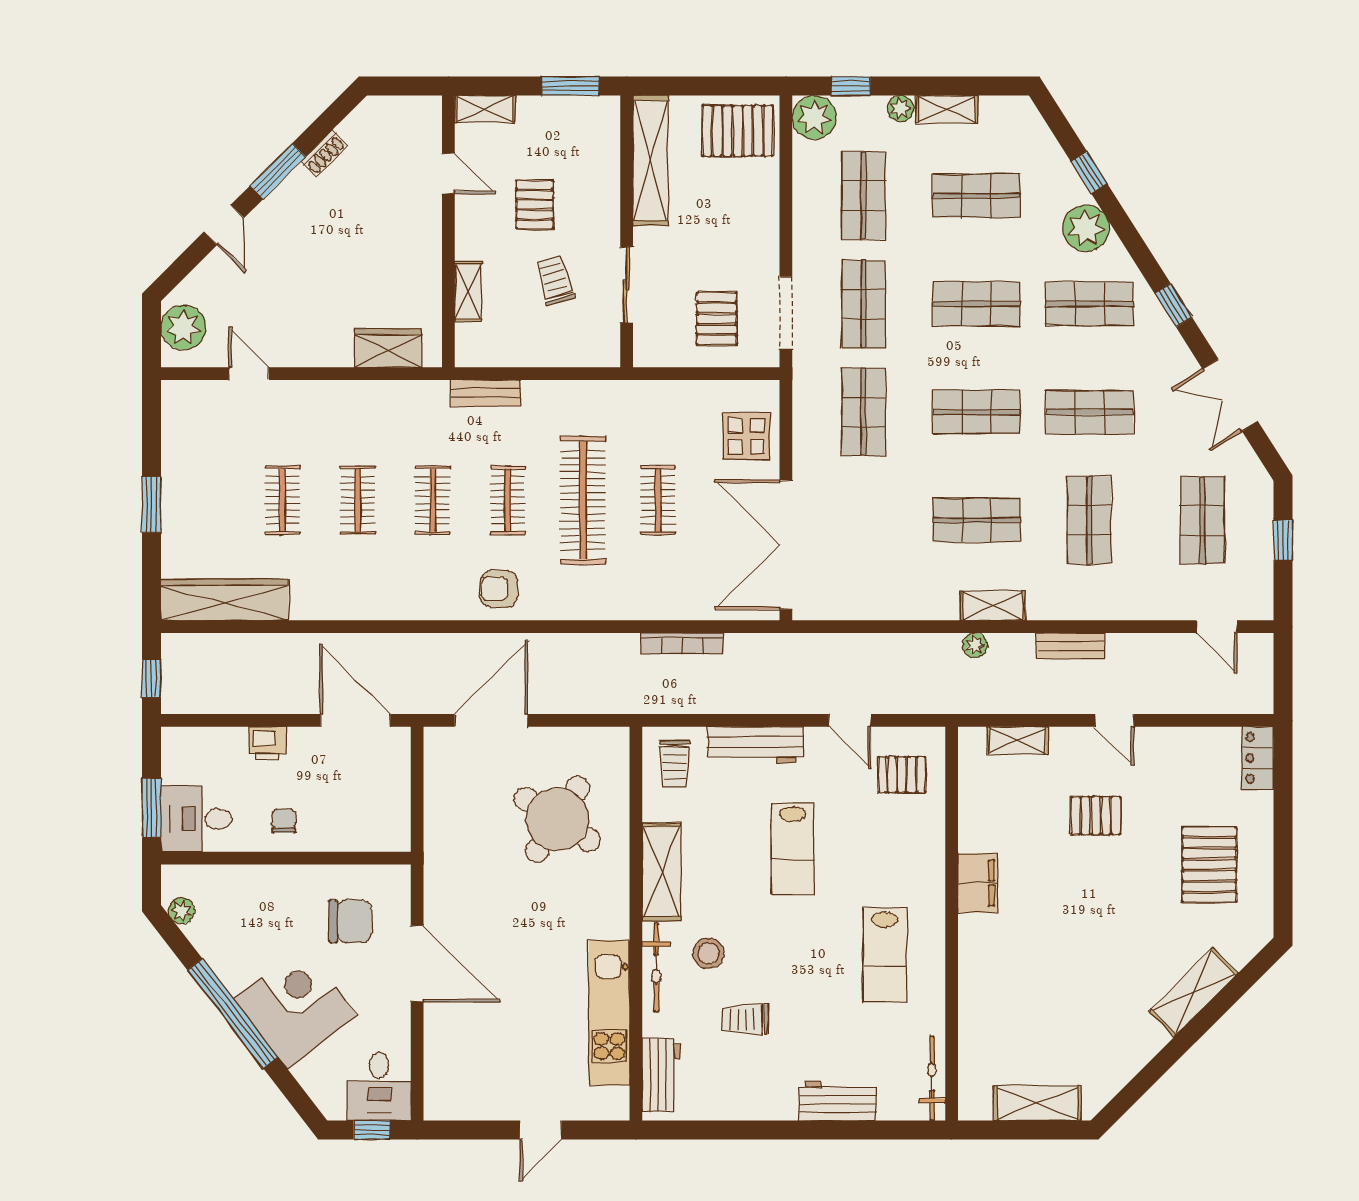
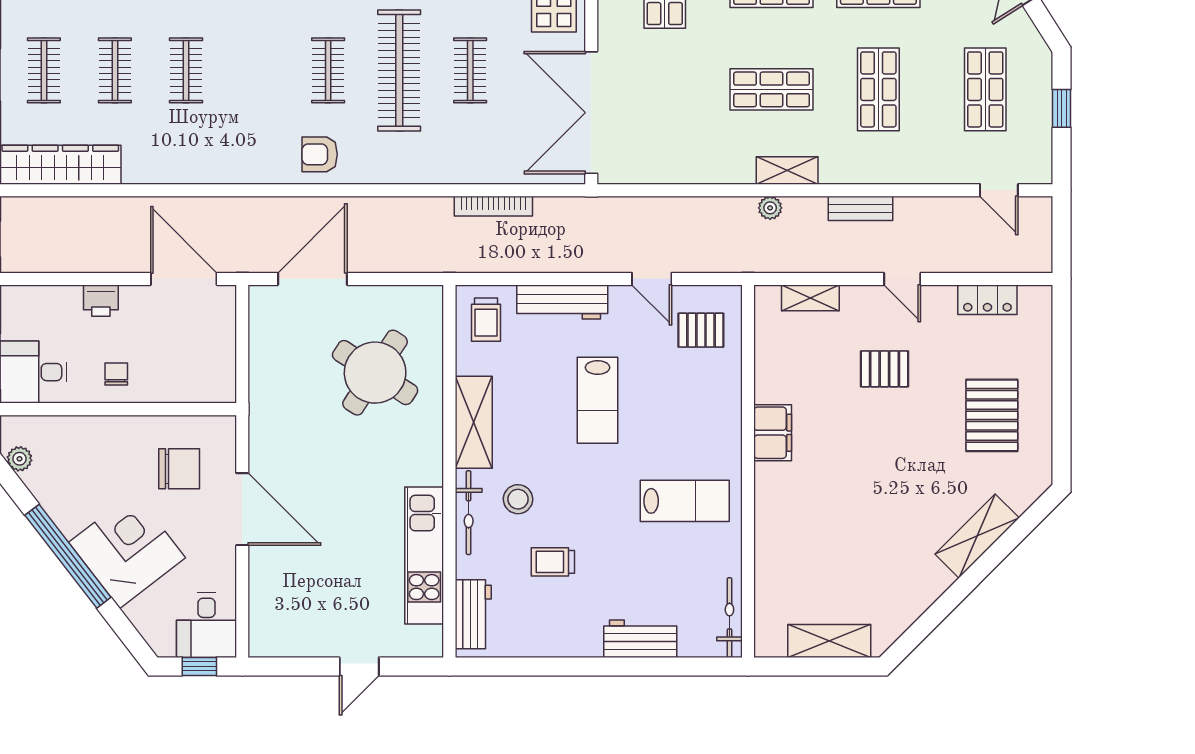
clothes rail: (433, 500) -> (44, 70), moved
locker: (1258, 758) -> (987, 300), moved, turned -90
lab bench: (885, 955) -> (685, 501), turned -90

